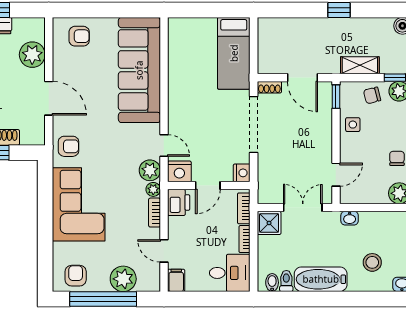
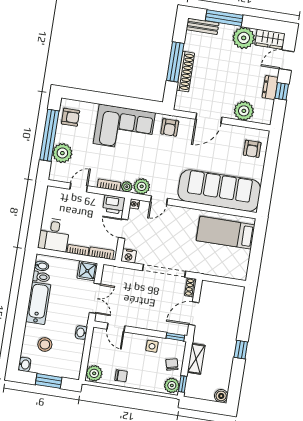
bed: (234, 53) -> (226, 233), moved
nightstand: (179, 171) -> (134, 204), width x0.53, depth x0.56
filing cabinet: (176, 280) -> (55, 193), removed

